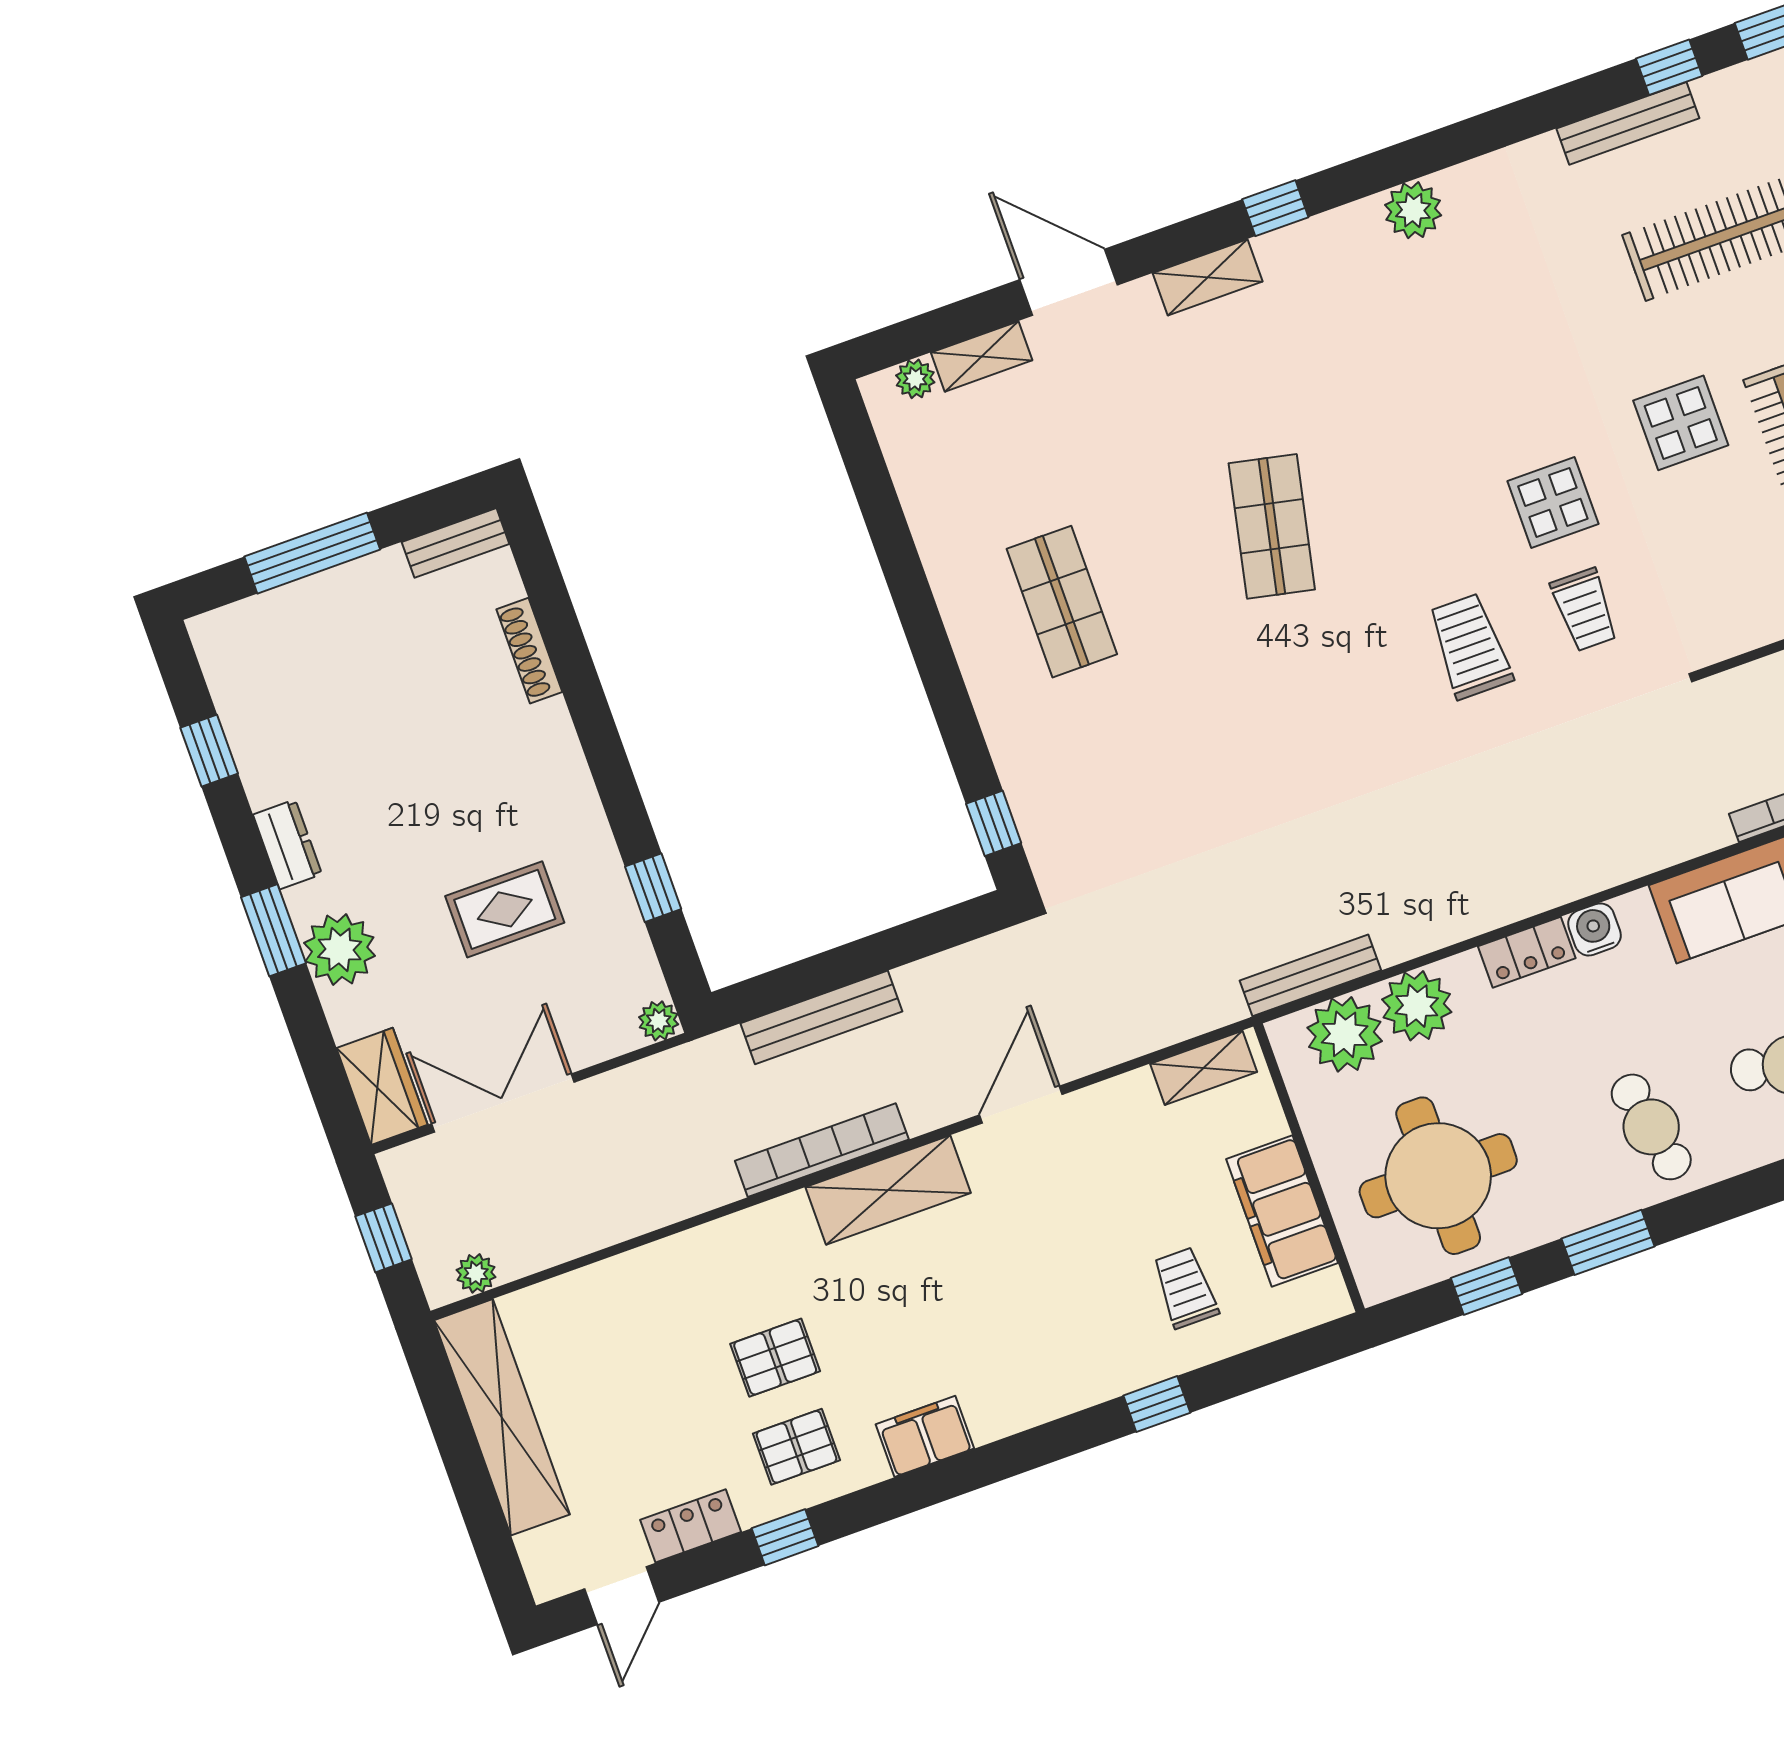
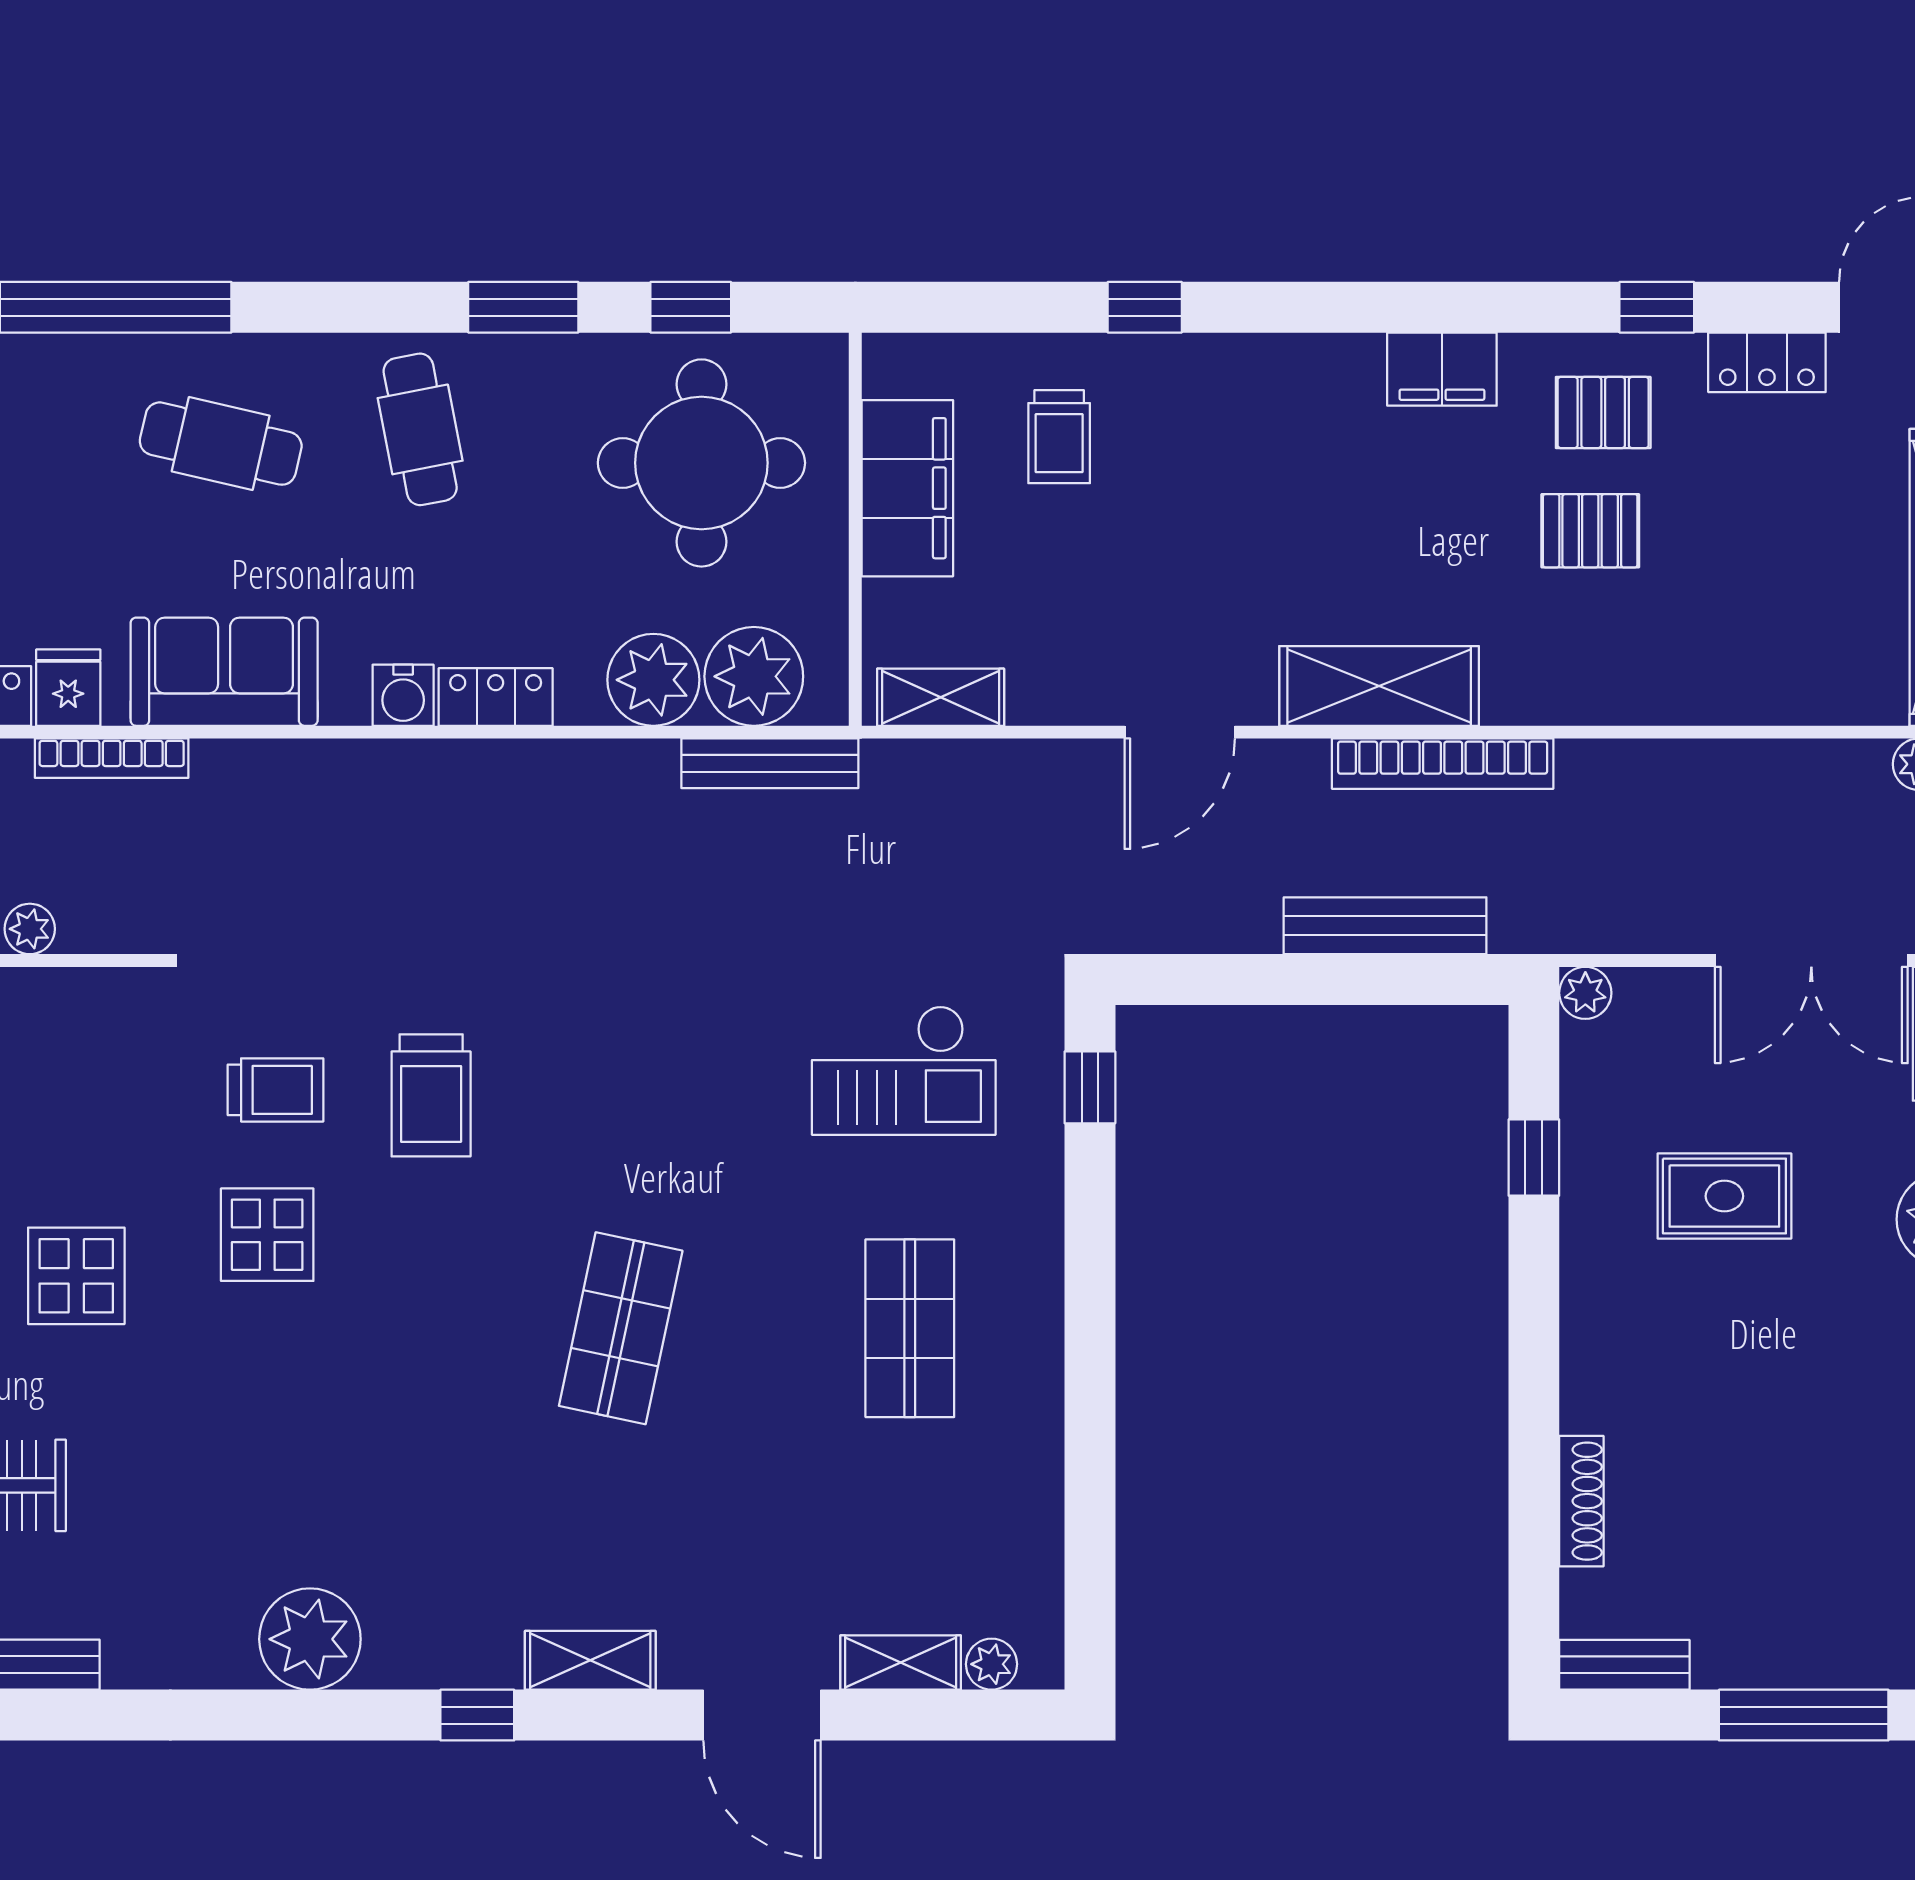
plant: (1413, 210) -> (310, 1639), width x1.36, depth x1.36
trolley: (1584, 610) -> (276, 1090), turned 90
checkout: (1133, 787) -> (904, 1070), added

